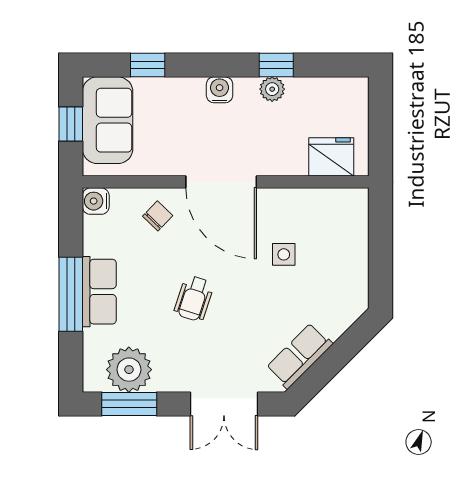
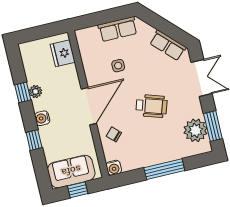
window: (148, 65) -> (34, 140), moved
row of seats: (99, 292) -> (118, 29), moved, turned 180
wheelchair: (194, 298) -> (151, 106), width x1.36, depth x1.37

